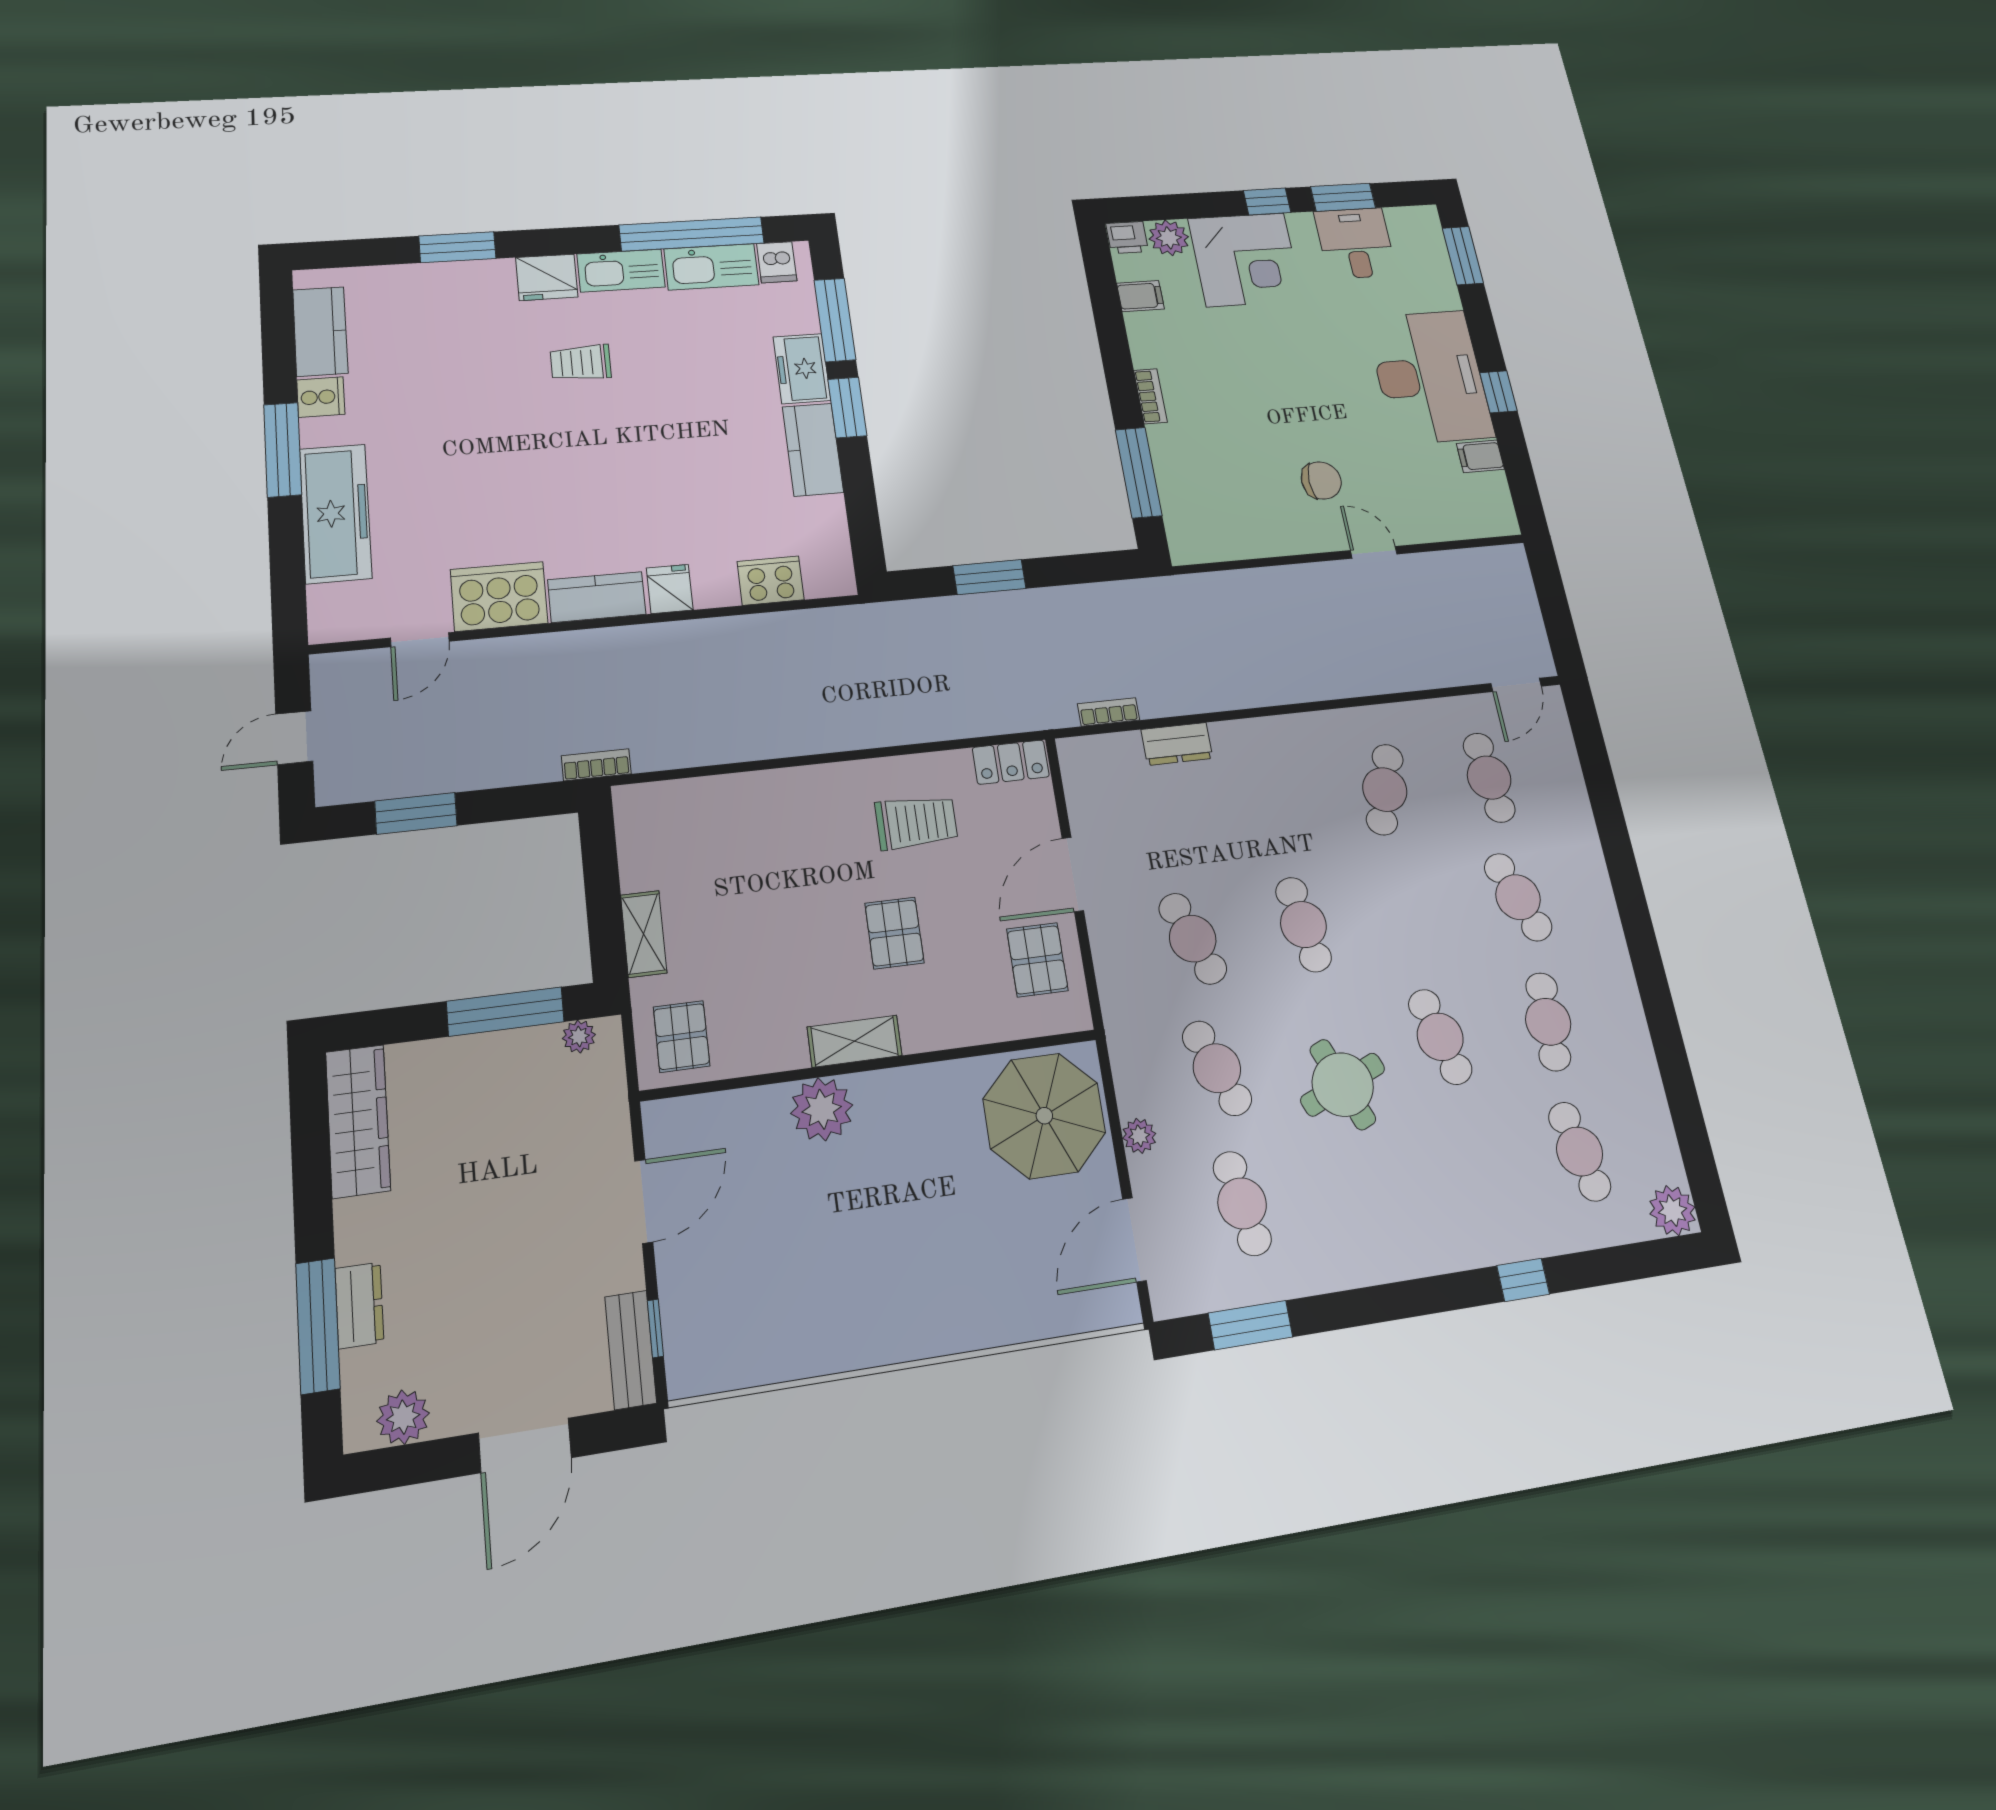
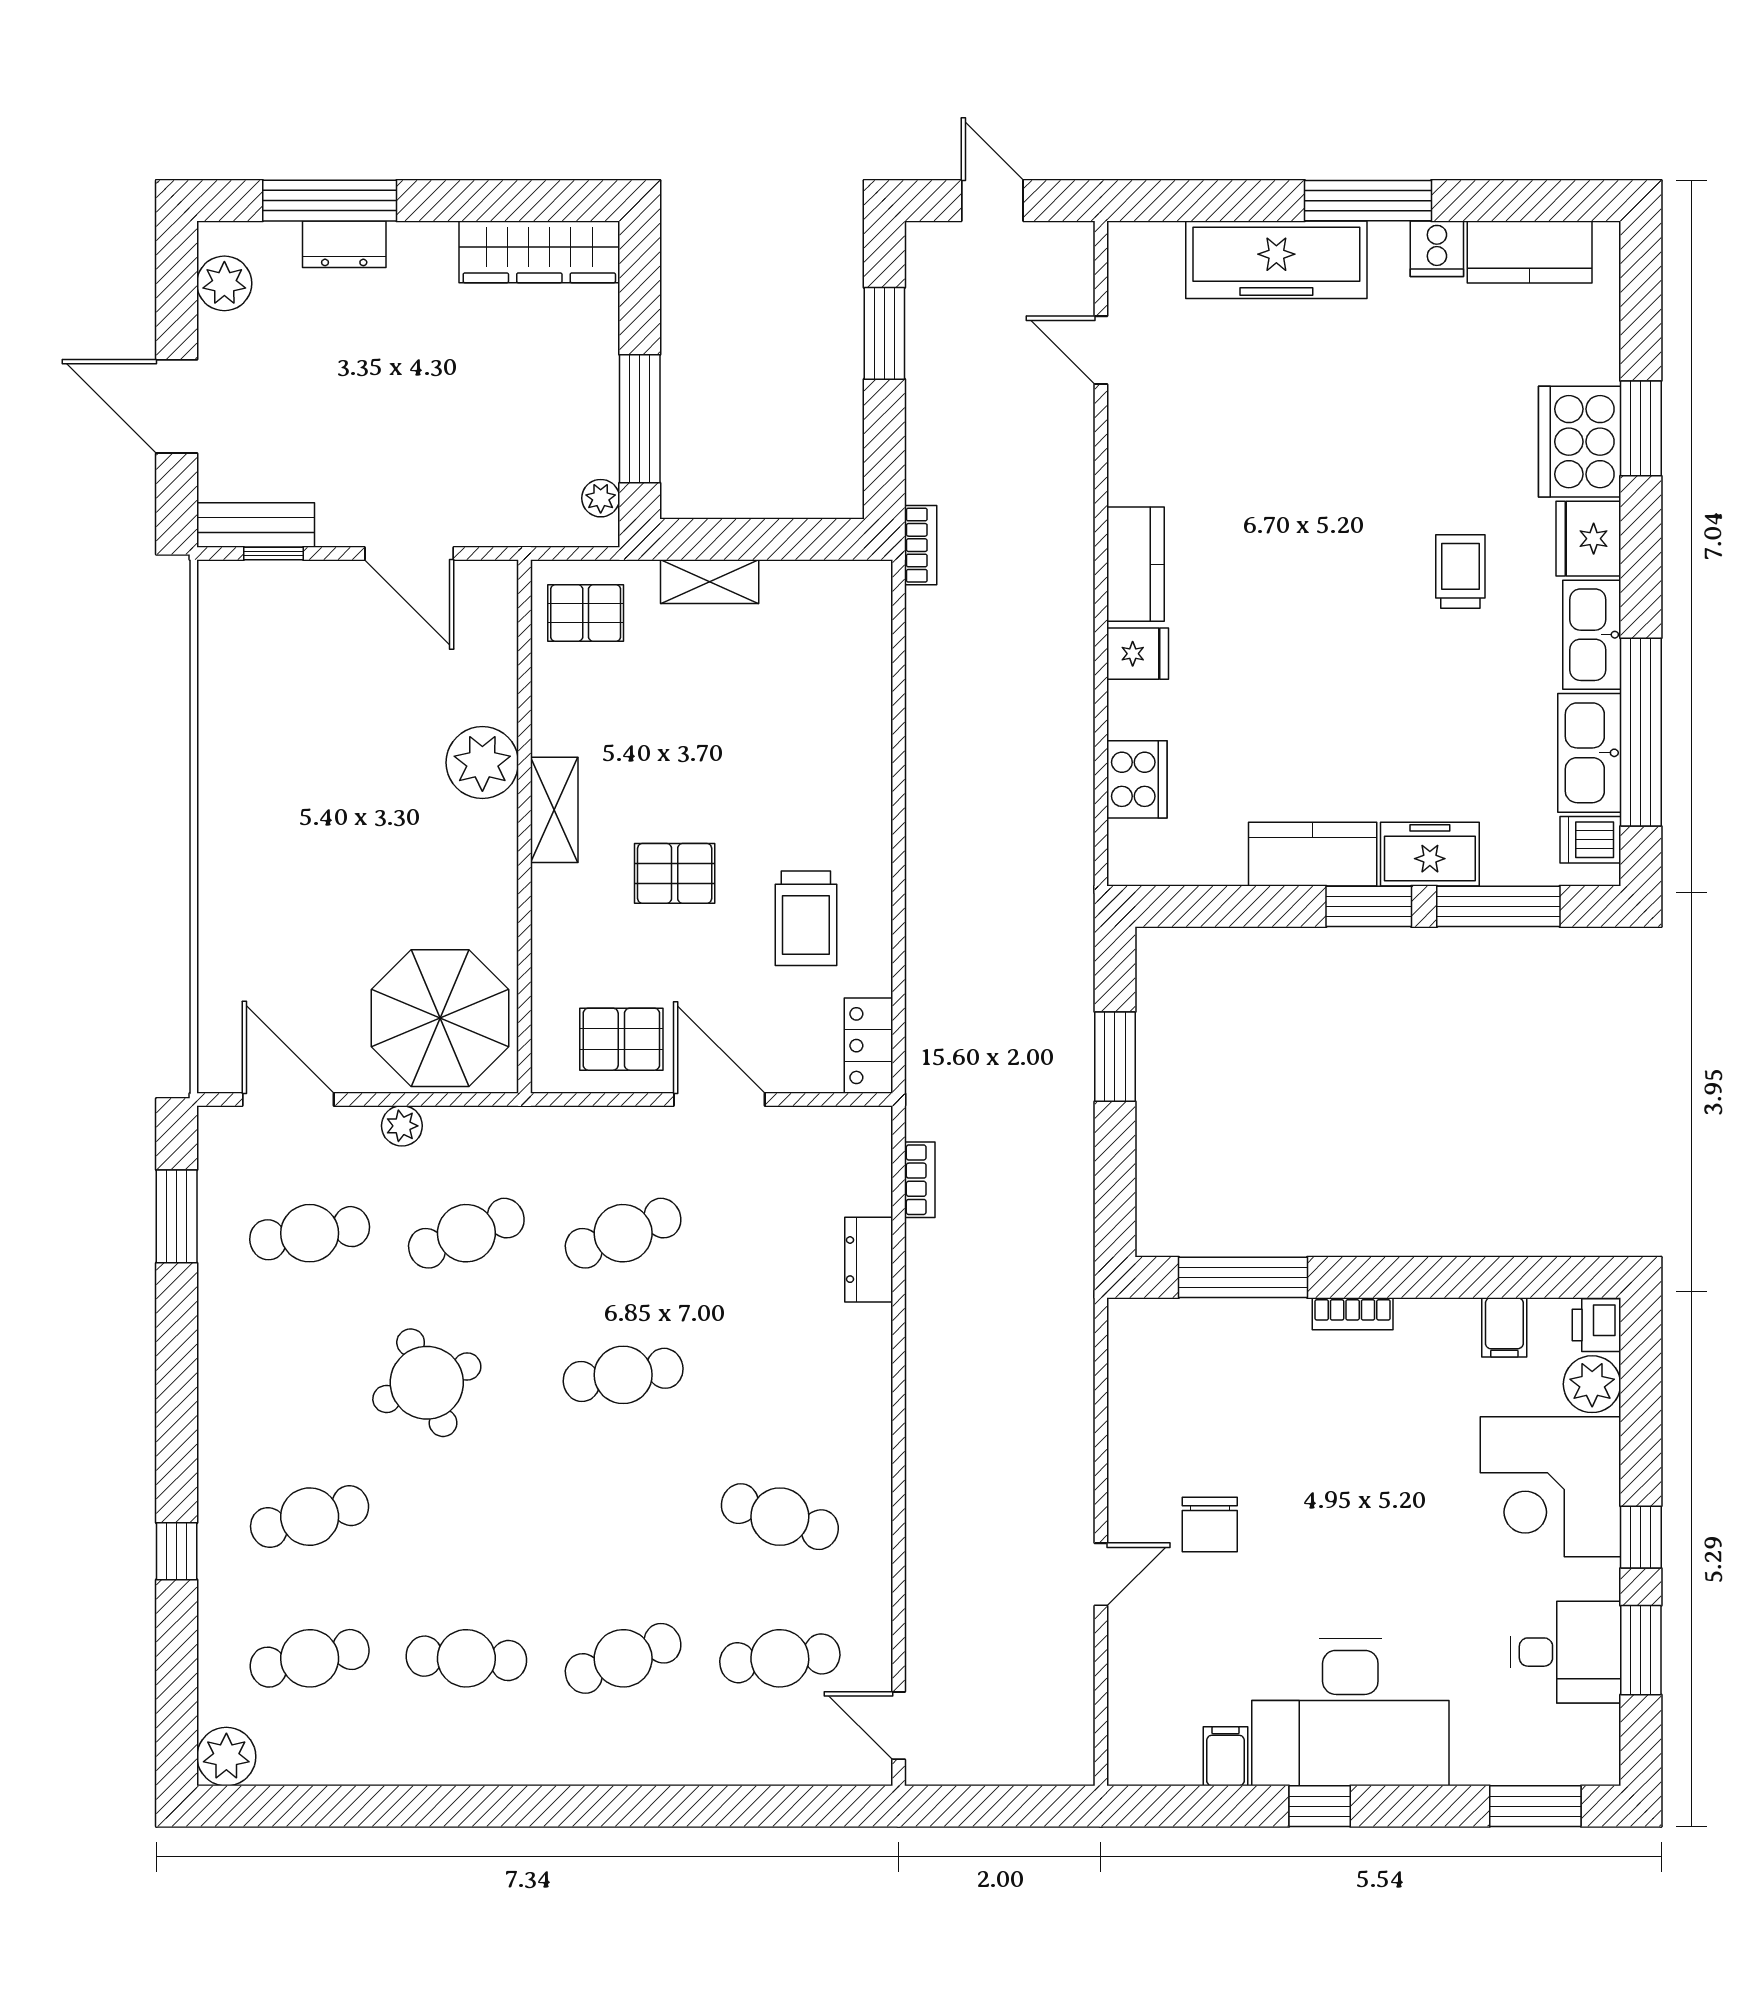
cooker: (499, 596) -> (1580, 442), moved, turned 180
cafe table: (1440, 1037) -> (310, 1517), moved

